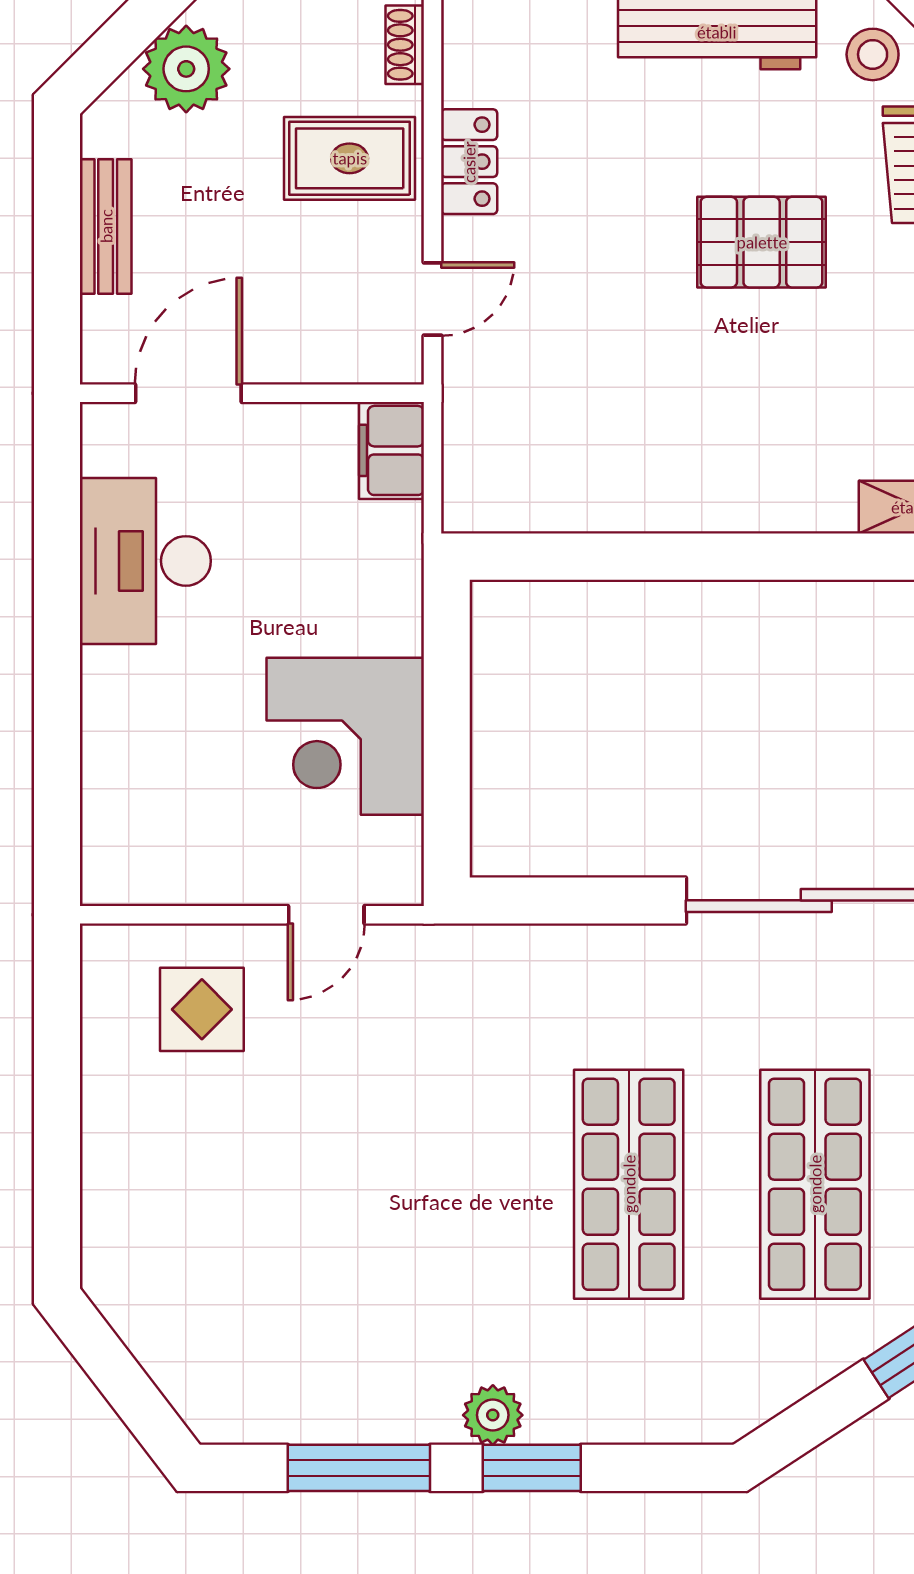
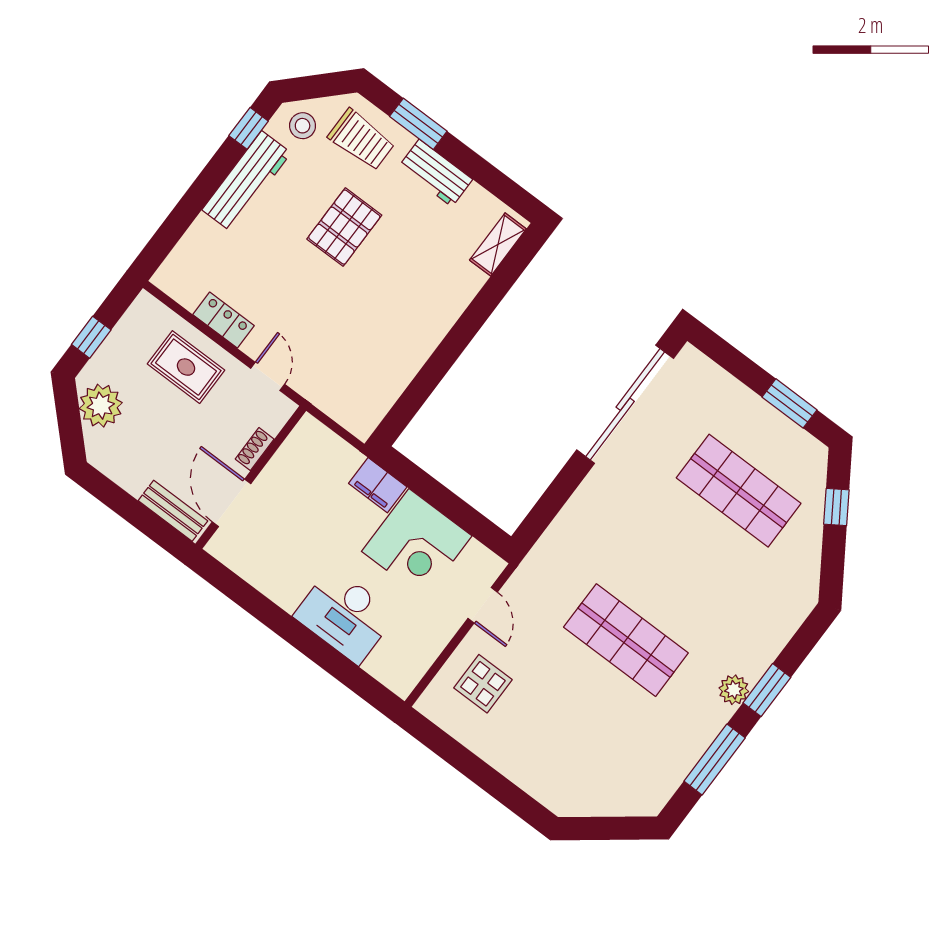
shoe rack: (405, 45) -> (255, 449), moved, turned 90
rug: (350, 158) -> (186, 367), turned 90
bench: (106, 226) -> (173, 511), moved
filing cabinet: (391, 450) -> (378, 485), moved
desk: (145, 561) -> (345, 615), moved
shop shelf: (629, 1184) -> (626, 640), moved

